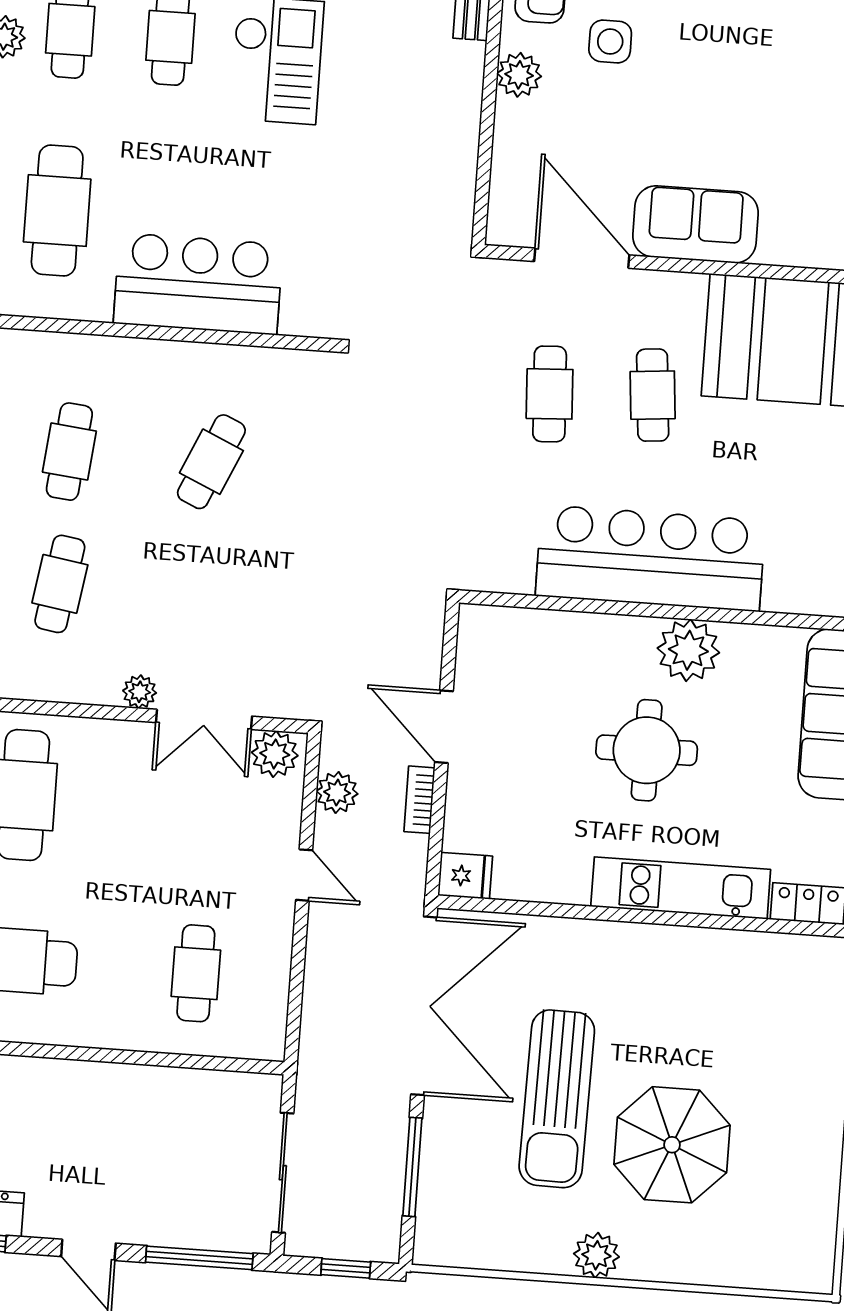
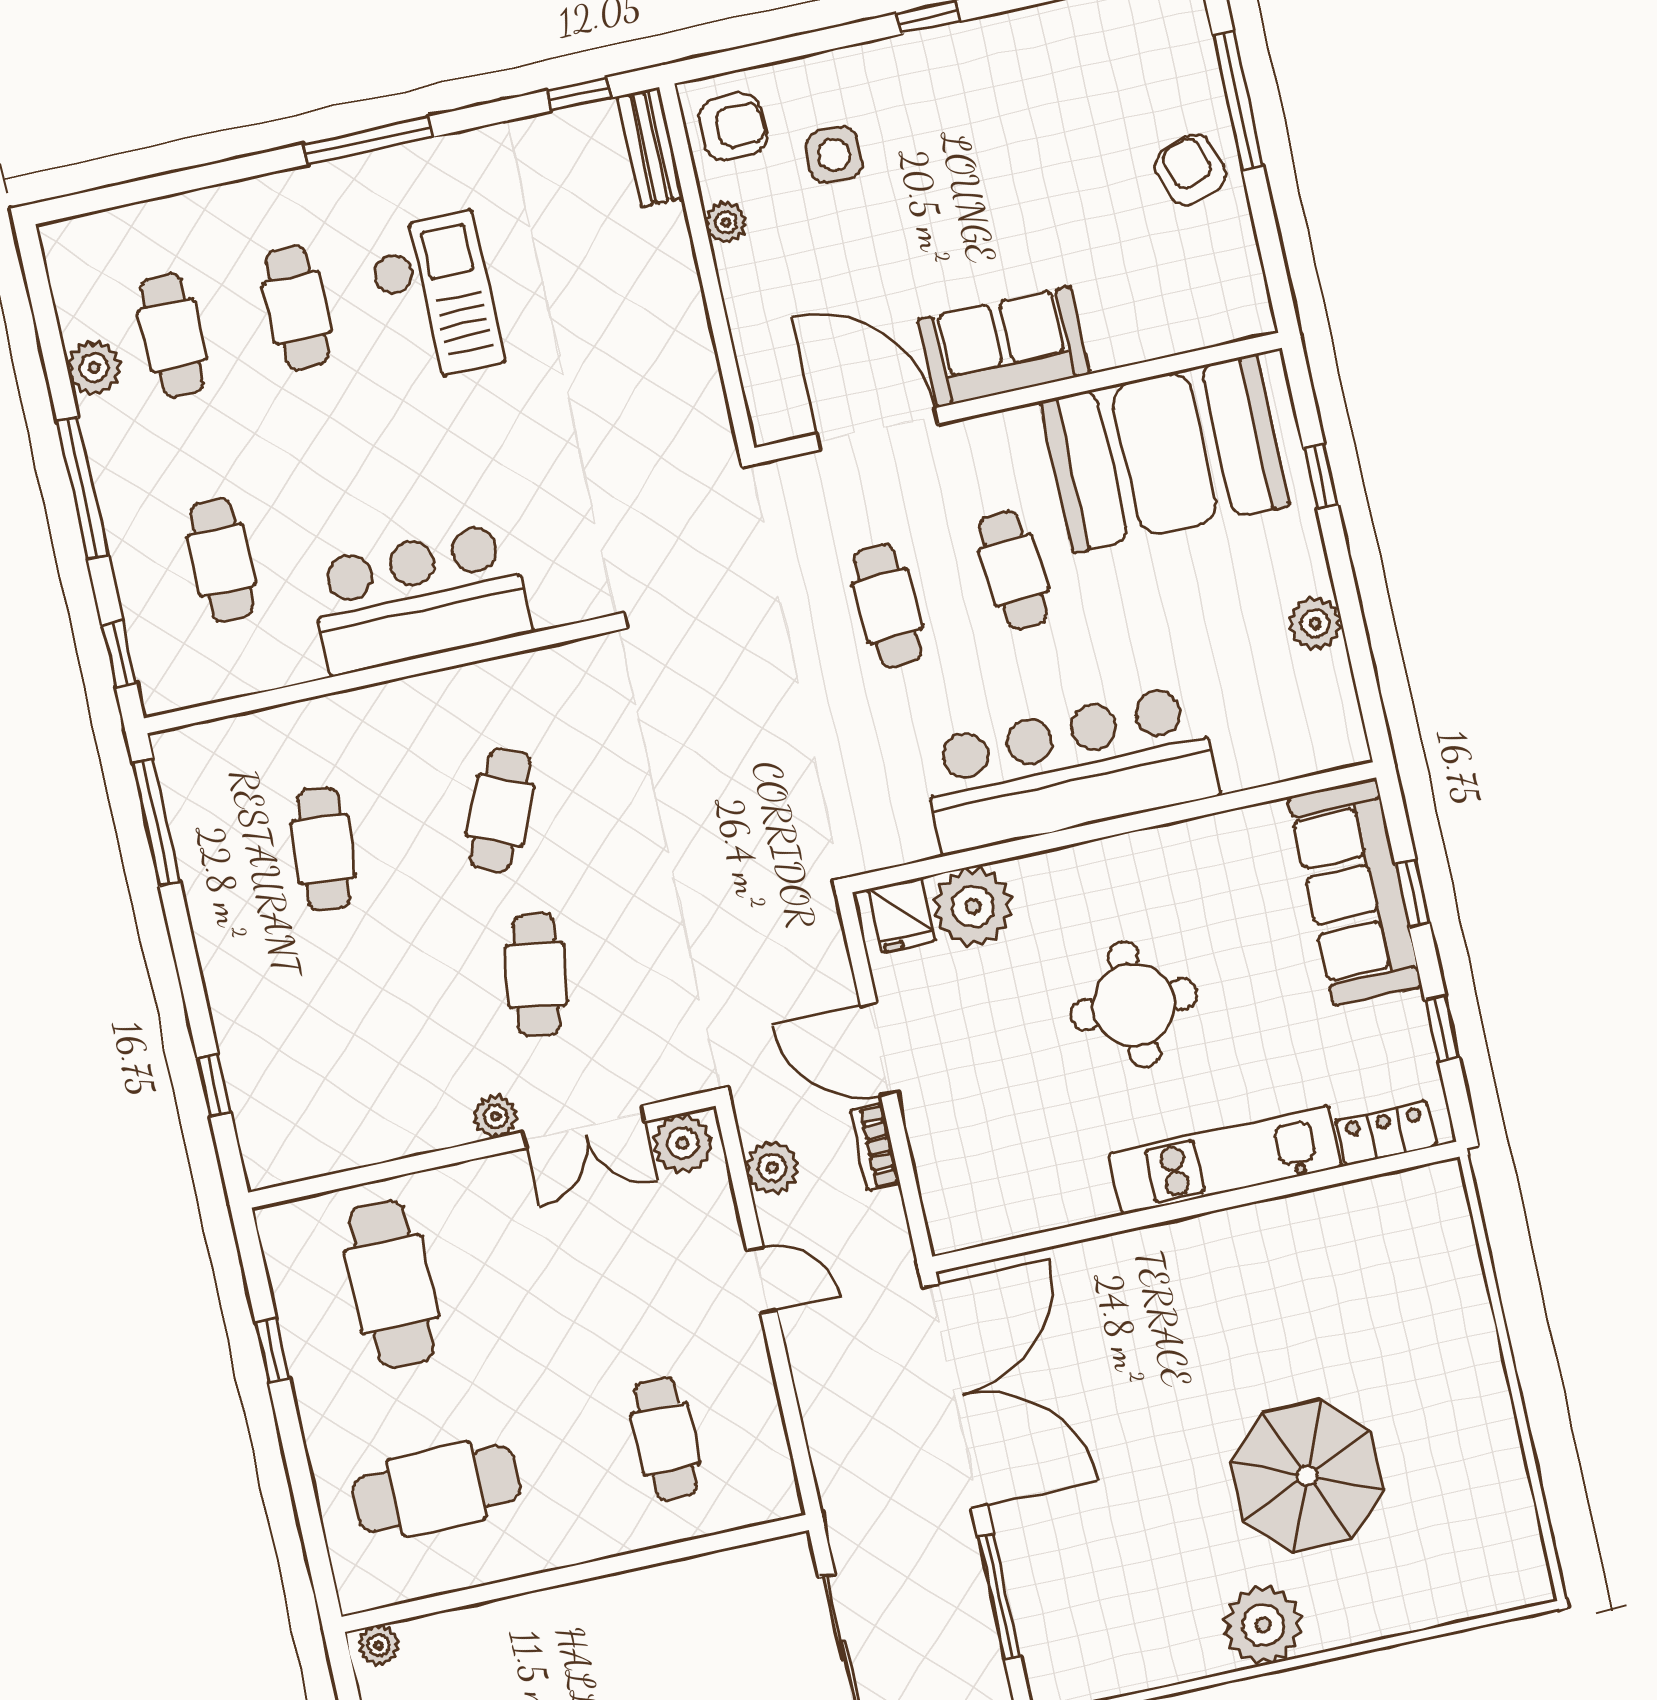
plant: (519, 75) -> (726, 222), width x0.73, depth x0.73
cafe table: (57, 211) -> (222, 560), width x0.73, depth x0.74
cafe table: (60, 584) -> (536, 975), moved
plant: (688, 650) -> (973, 906), moved
fridge: (465, 876) -> (902, 915), moved, turned 90
sun lounger: (557, 1099) -> (1150, 1461), removed
plant: (596, 1255) -> (1263, 1625), width x1.36, depth x1.36

